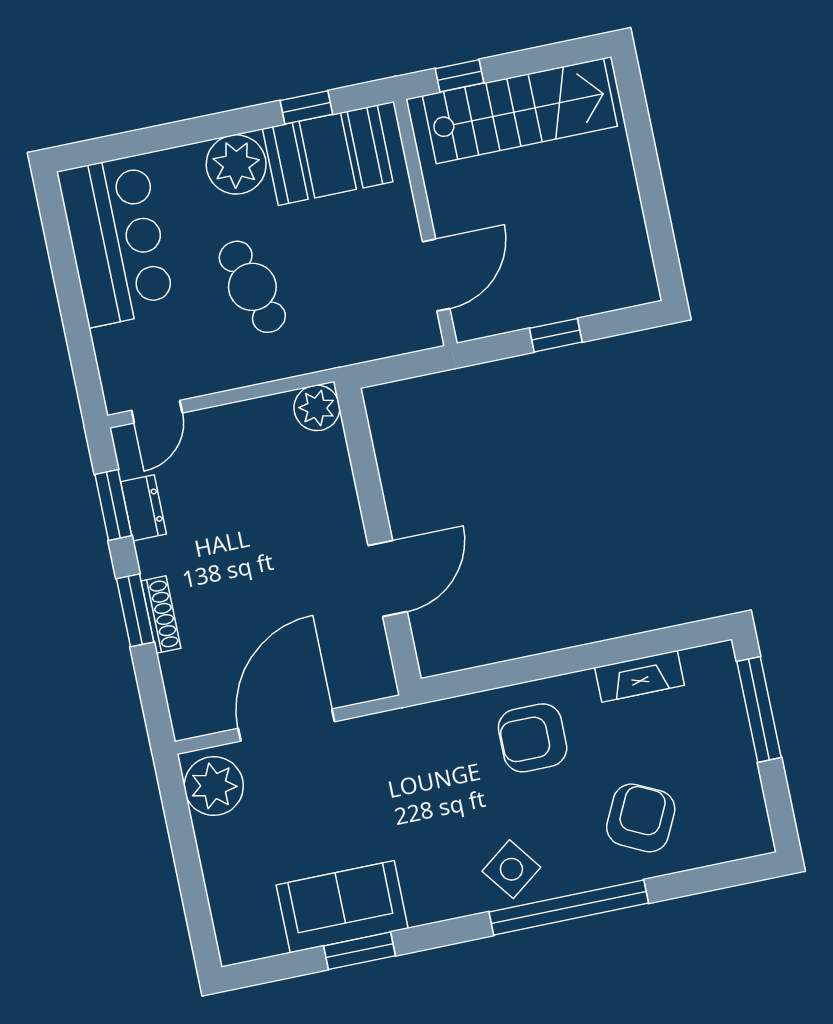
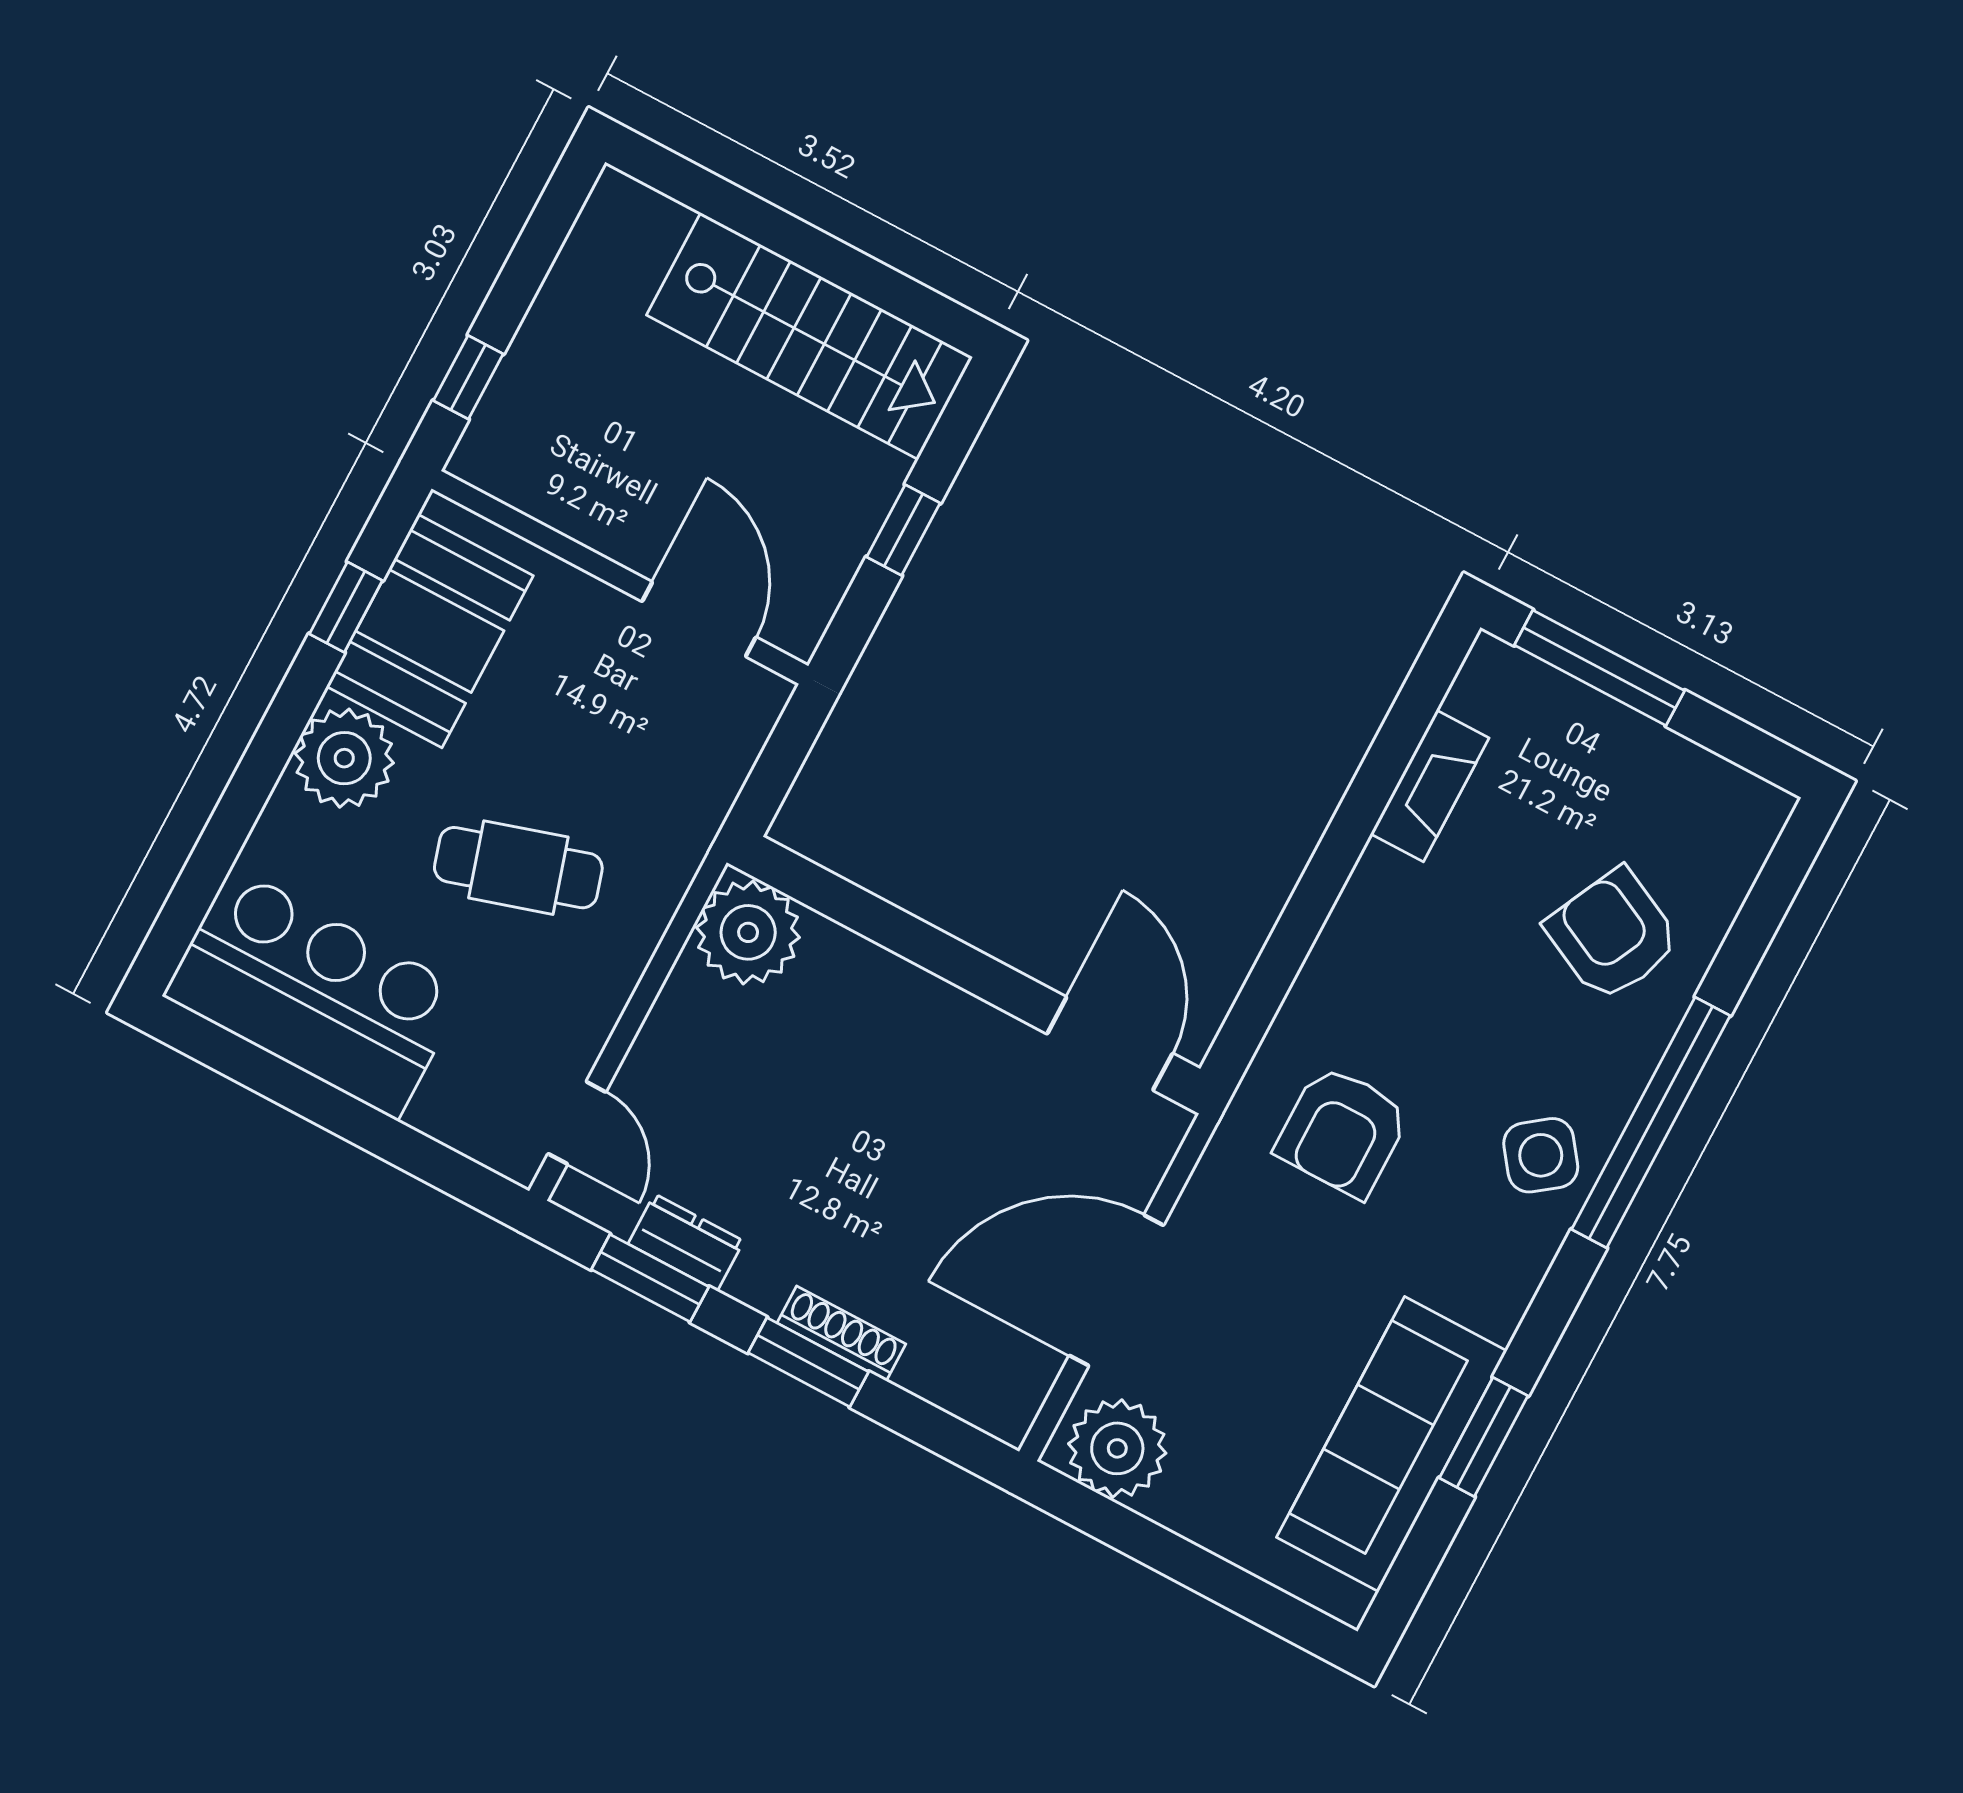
stairs: (520, 111) -> (810, 336), moved, turned 90
plant: (317, 408) -> (748, 932), width x1.36, depth x1.36
door: (388, 578) -> (1110, 1044), moved
door: (286, 725) -> (1116, 1290), hinge flipped
armchair: (533, 738) -> (1342, 1131), moved
sofa: (342, 907) -> (1392, 1444), width x1.36

